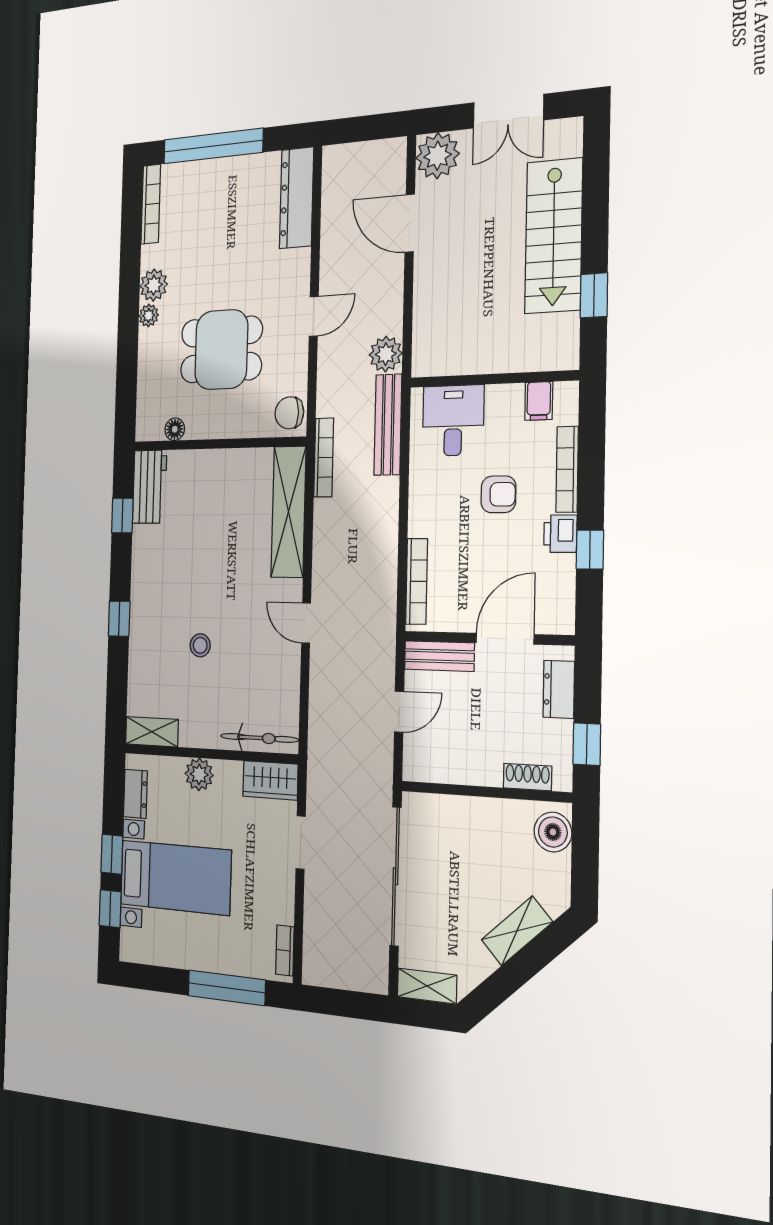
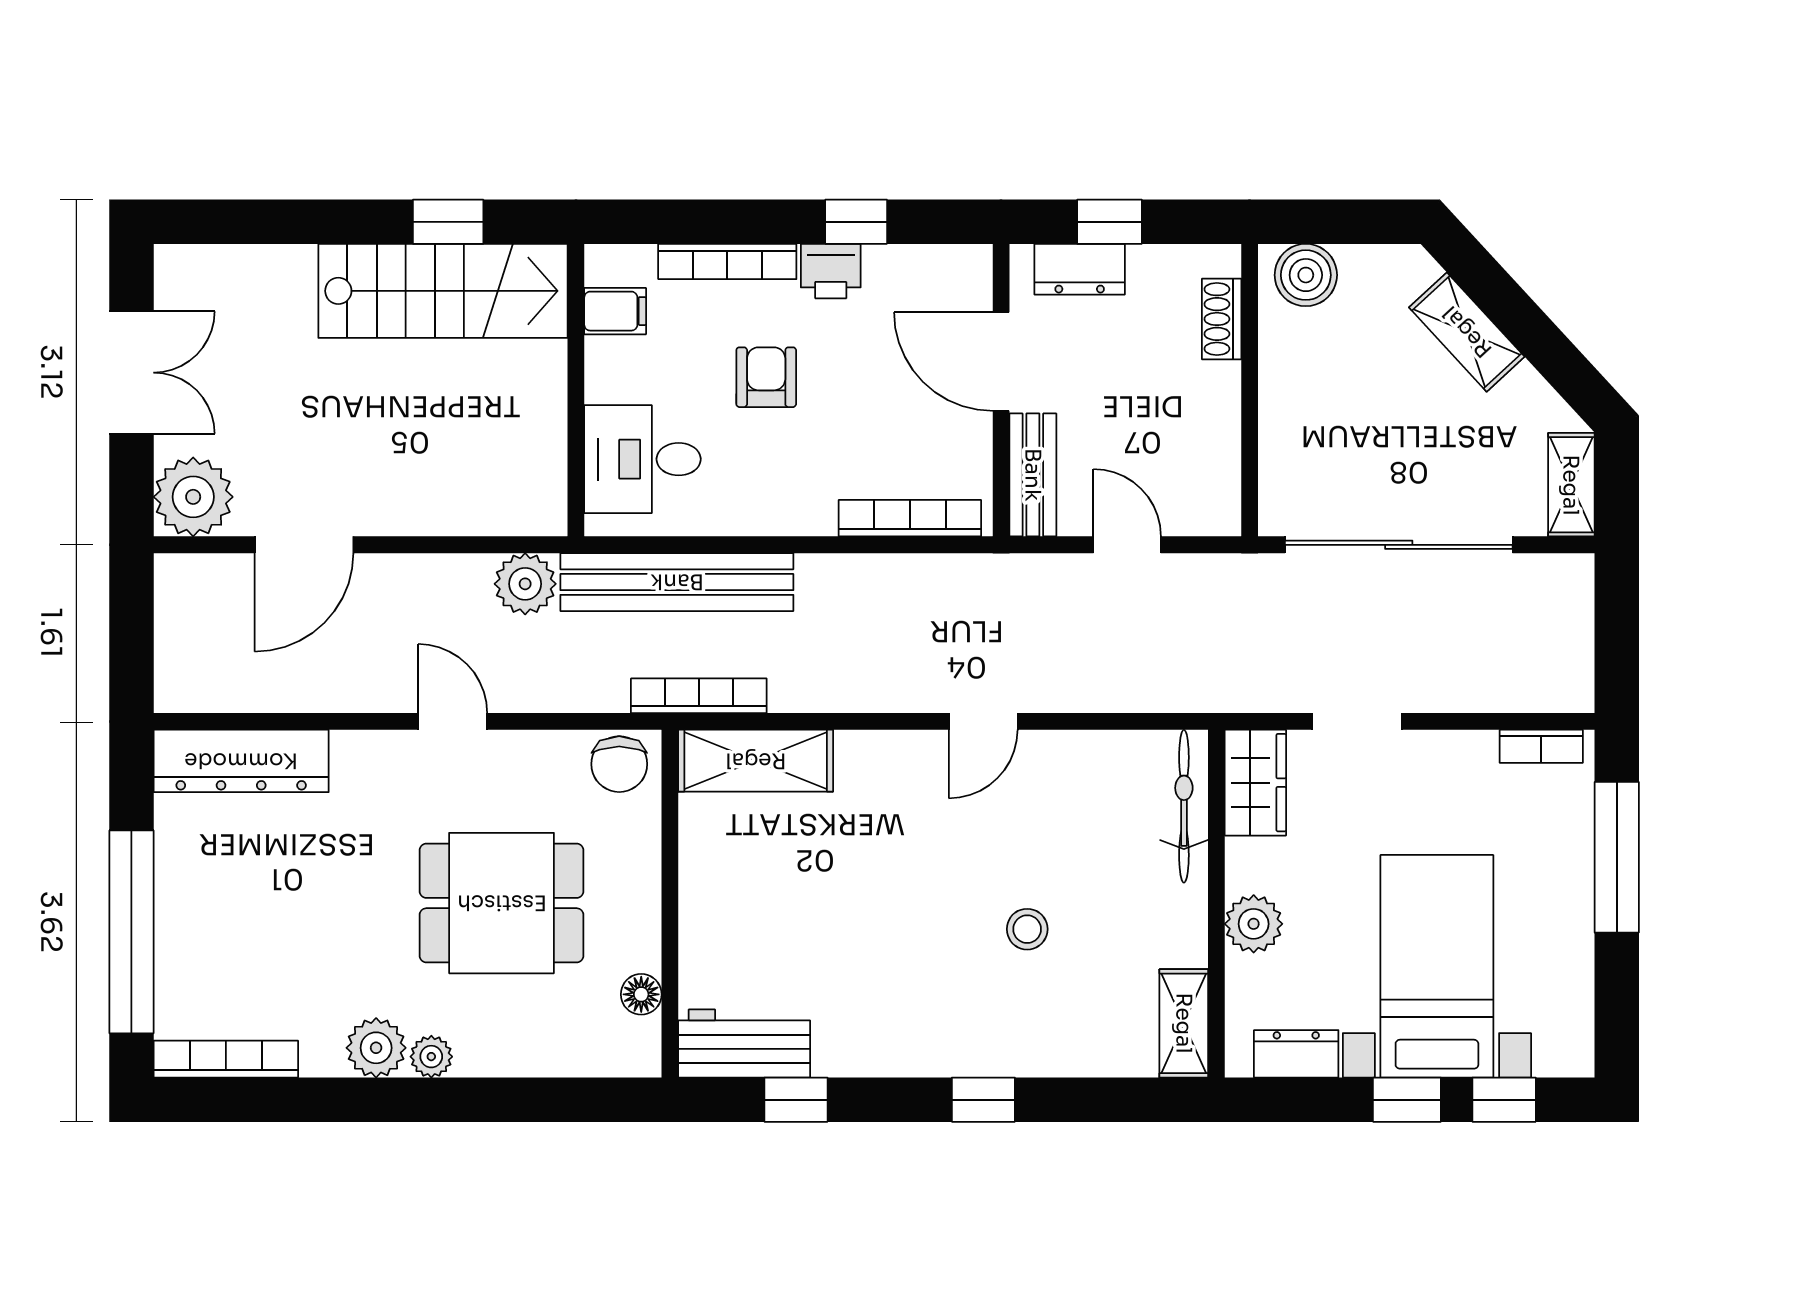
stairs: (554, 236) -> (443, 291), moved
dining table: (221, 350) -> (502, 903), turned 90
bench: (388, 425) -> (677, 582), width x1.37, depth x1.21
shelving: (289, 512) -> (756, 761), width x0.68
window: (587, 744) -> (1110, 222), moved

